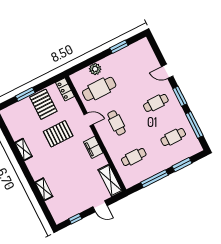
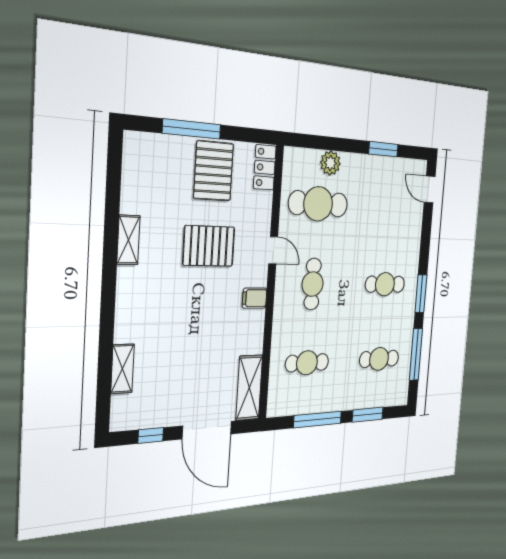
door: (167, 71) -> (430, 189), moved
window: (25, 94) -> (192, 129), width x1.44
filing cabinet: (93, 147) -> (255, 298), width x0.50
shelving: (44, 189) -> (122, 369), moved
door: (100, 206) -> (207, 430), width x1.87

